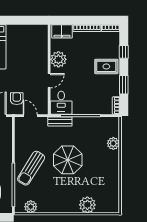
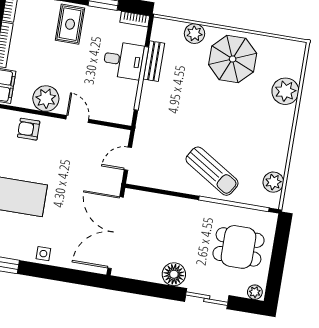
armchair: (17, 99) -> (29, 129), moved
desk: (61, 103) -> (123, 60), moved
bench: (60, 121) -> (154, 61), moved
parasol: (68, 160) -> (233, 59), moved

